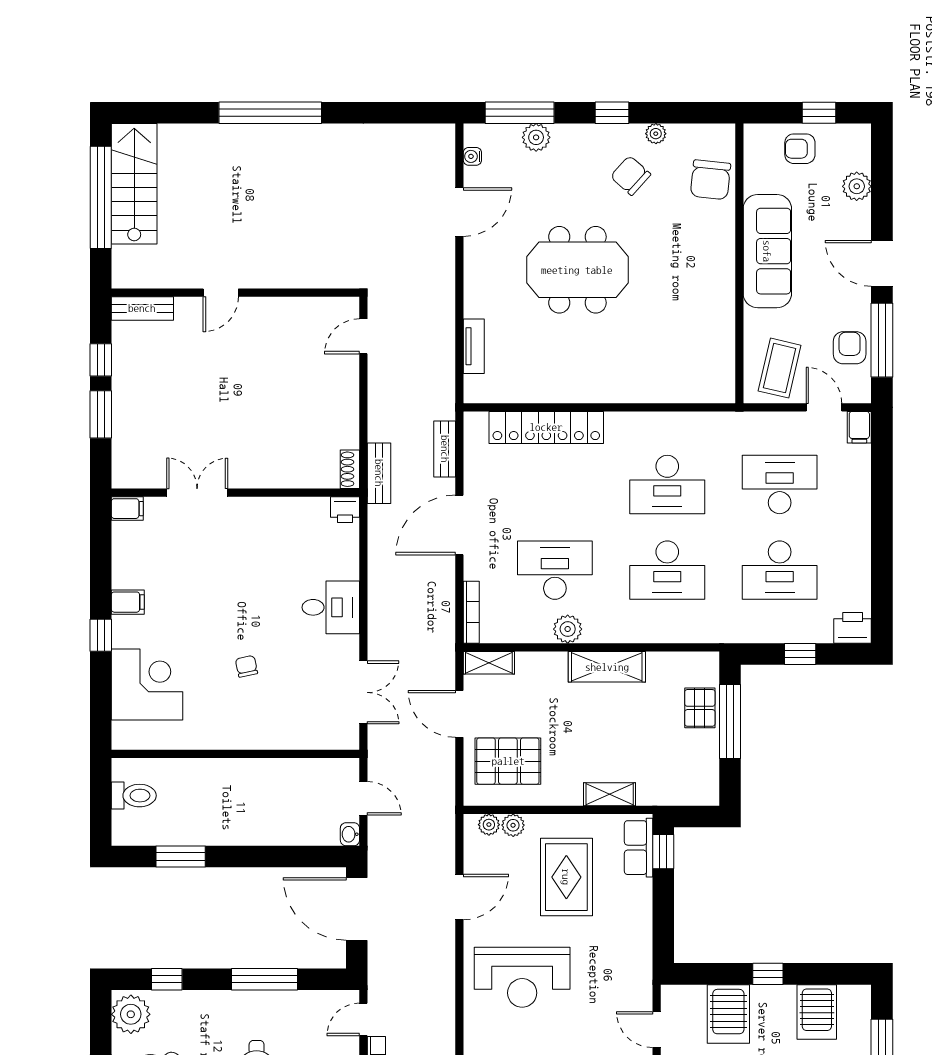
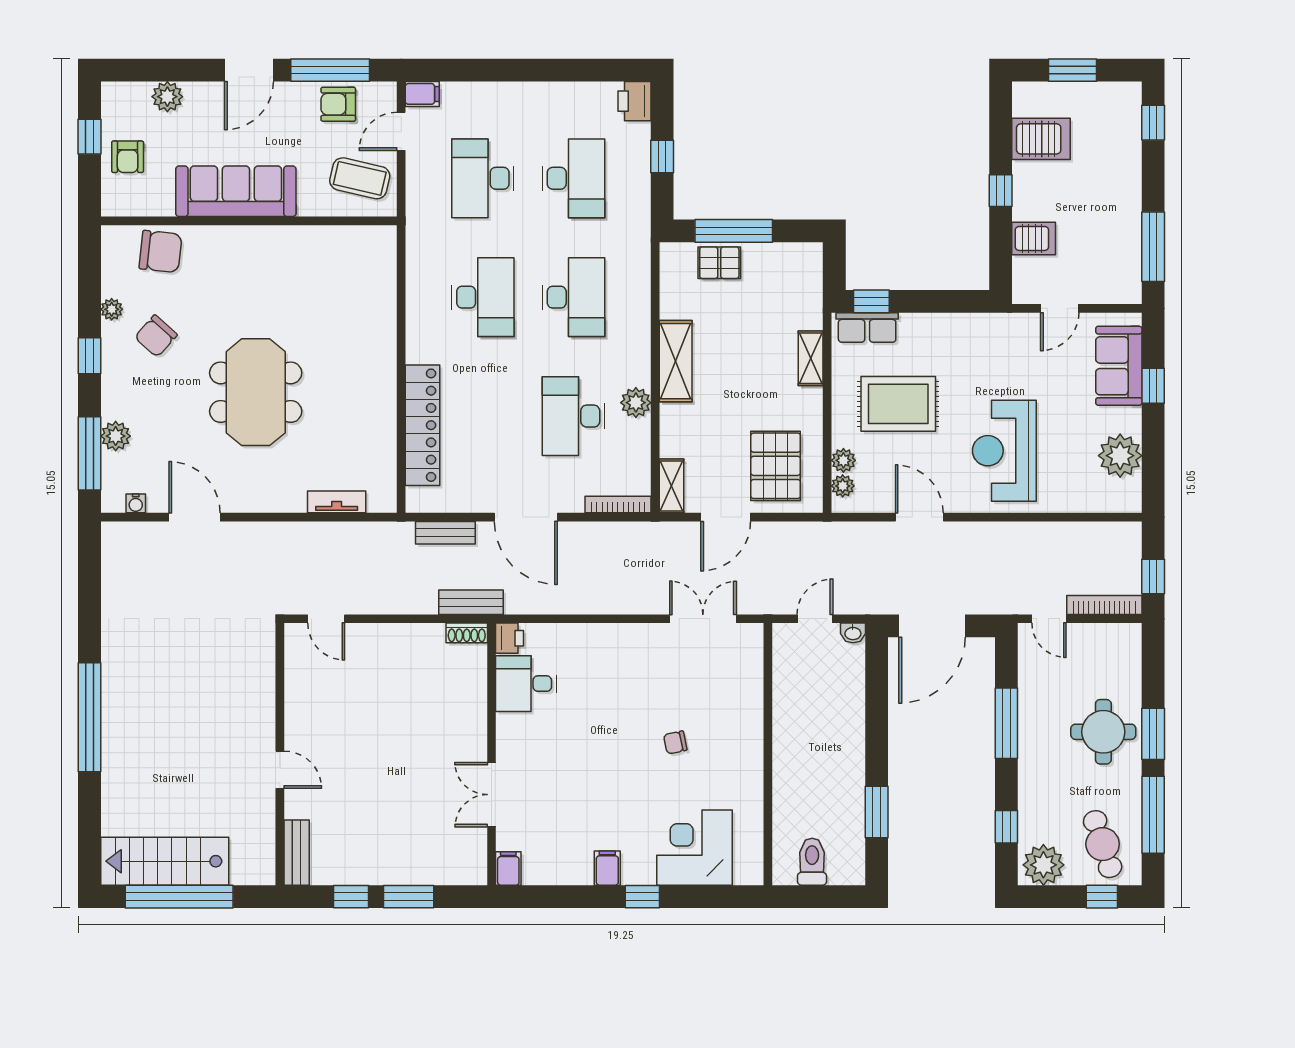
desk: (331, 607) -> (526, 684), moved, turned -90
reception desk: (522, 977) -> (1004, 451), turned 180
server rack: (728, 1014) -> (1034, 238), width x0.73, depth x0.70

